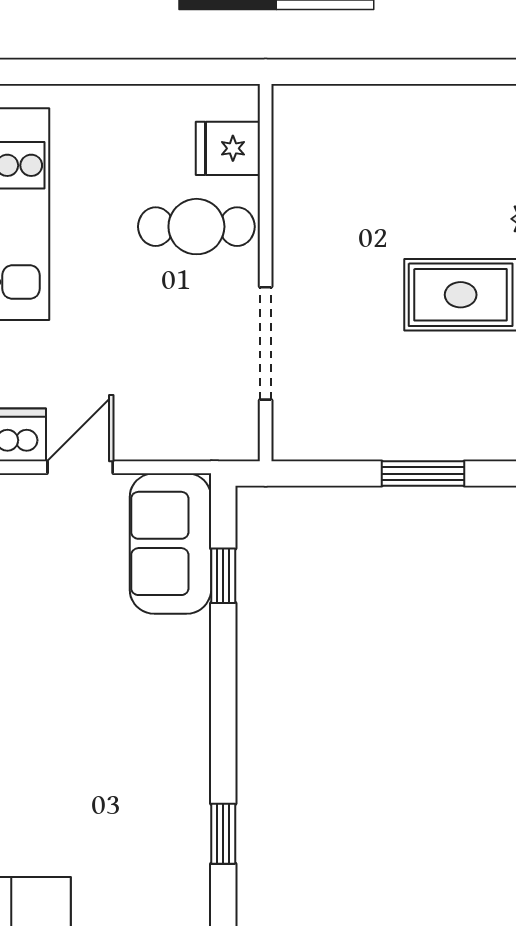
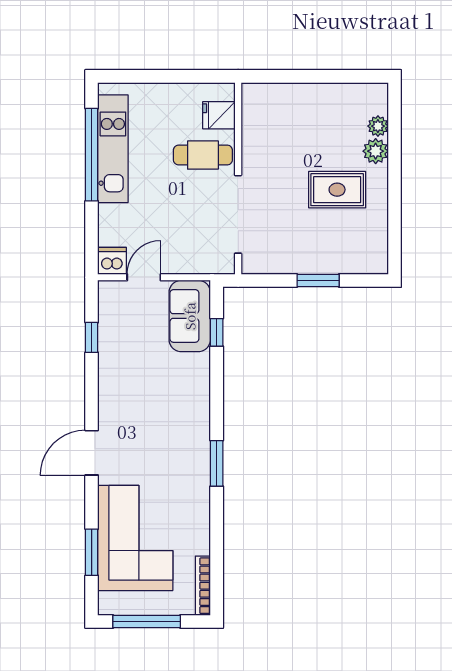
doorway: (266, 343) -> (238, 214), width x1.36
window: (223, 834) -> (217, 463), width x1.50

